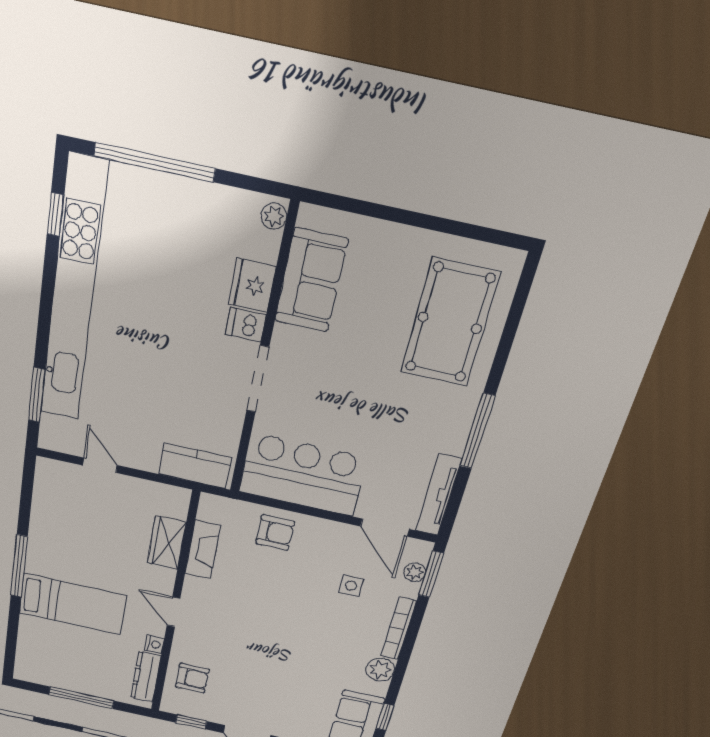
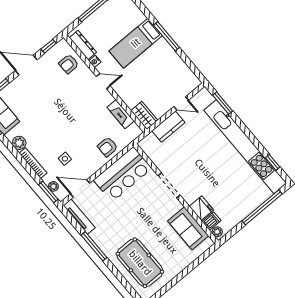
dishwasher: (246, 325) -> (211, 221), moved
kitchen counter: (195, 466) -> (168, 127), moved
wardrobe: (167, 543) -> (144, 115), moved

